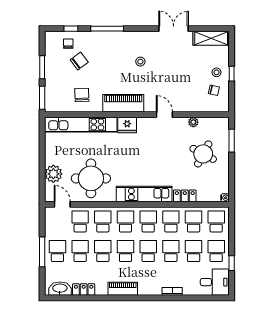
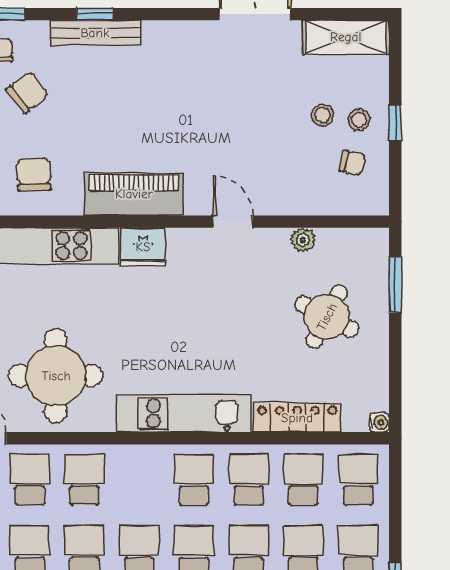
window: (107, 29) -> (95, 14), width x0.46
bench: (107, 36) -> (95, 33), added
stool: (140, 62) -> (322, 115), moved
locker: (185, 196) -> (297, 418), width x1.53
school desk: (125, 221) -> (139, 480), removed

